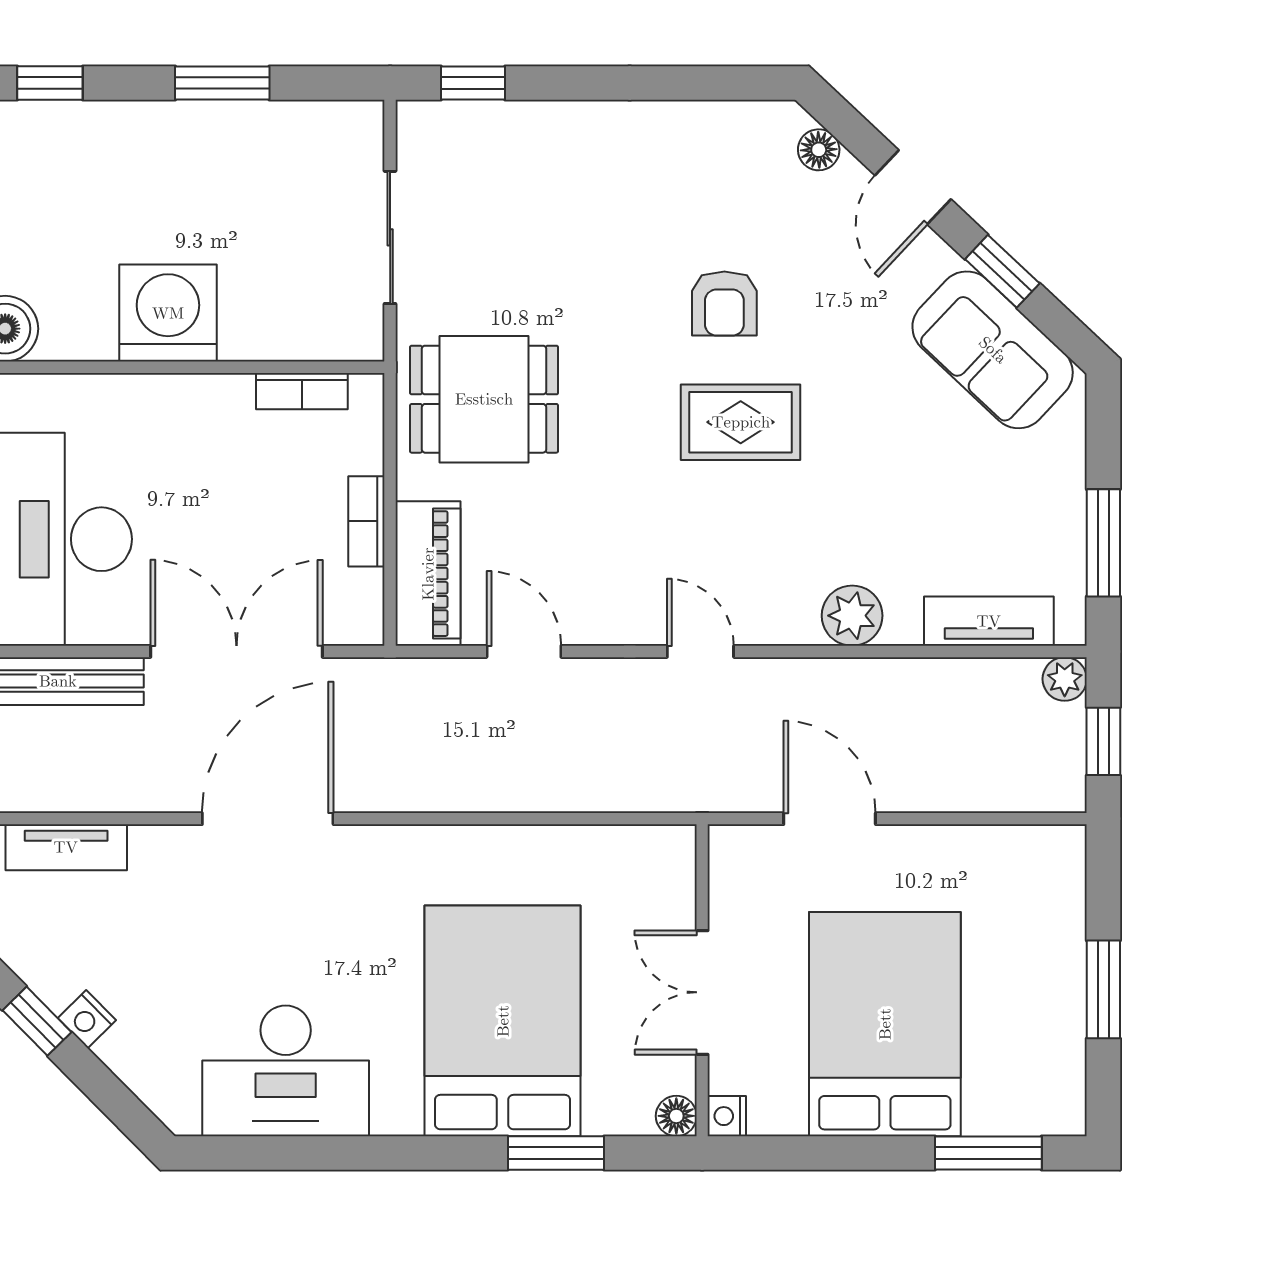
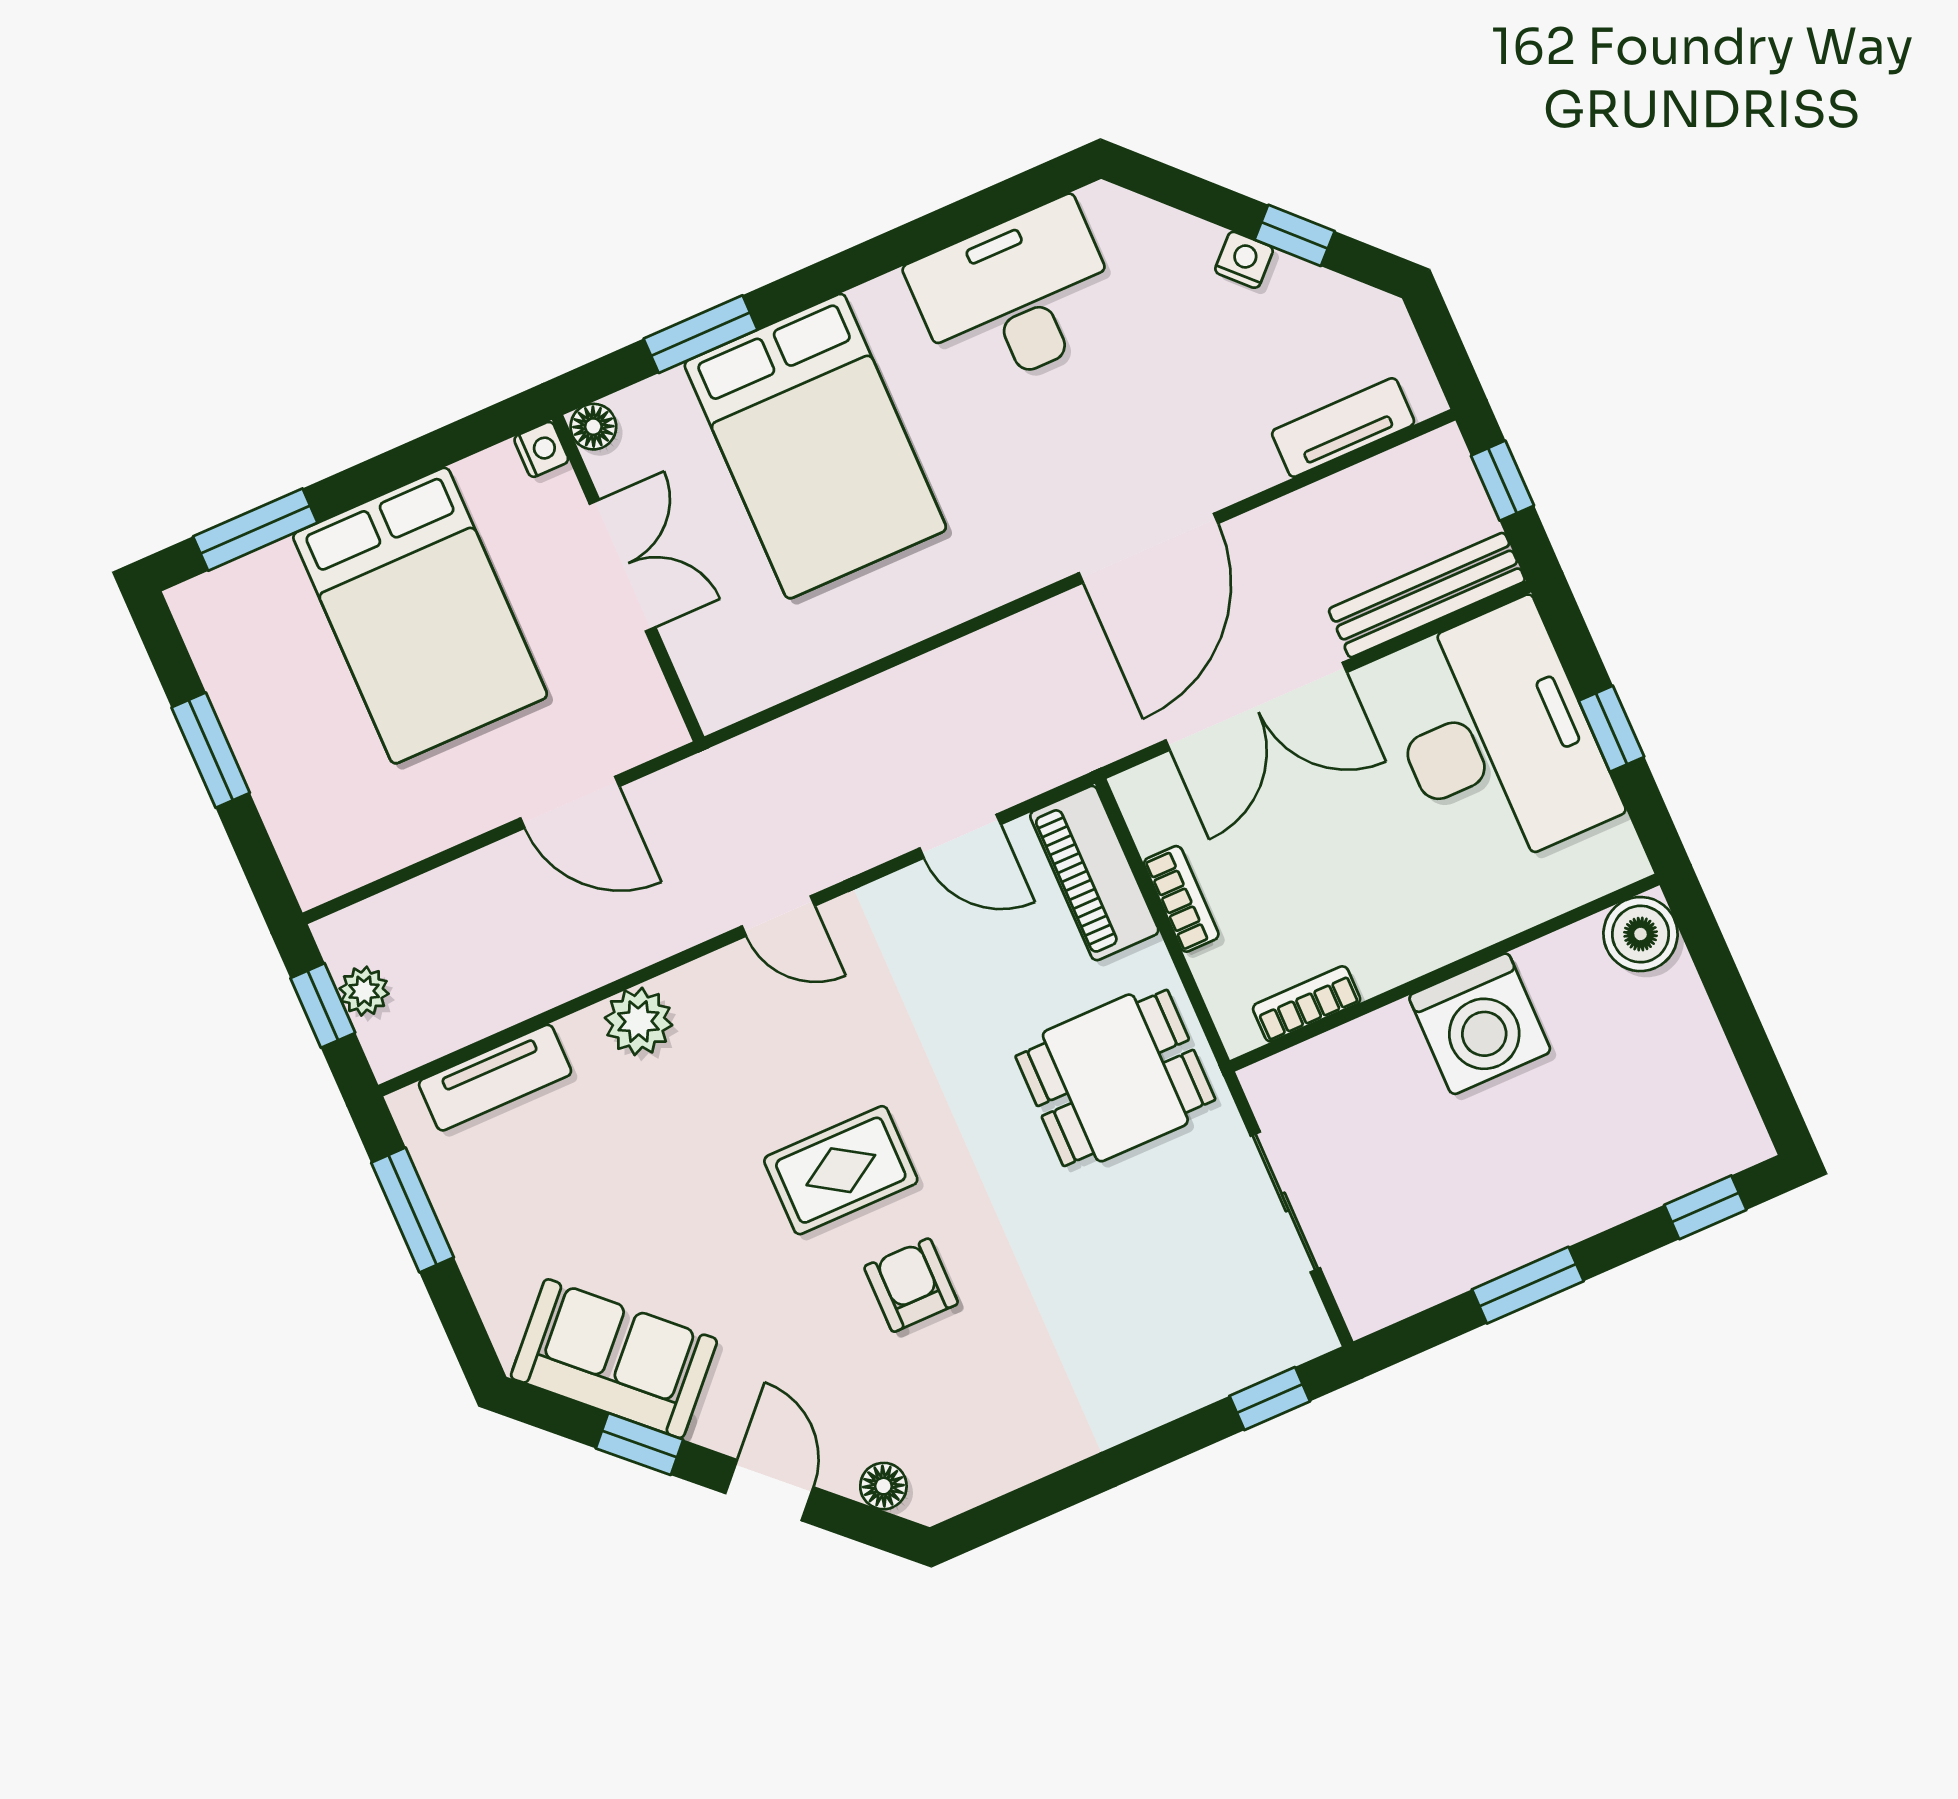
plant: (1065, 679) -> (364, 991), moved

